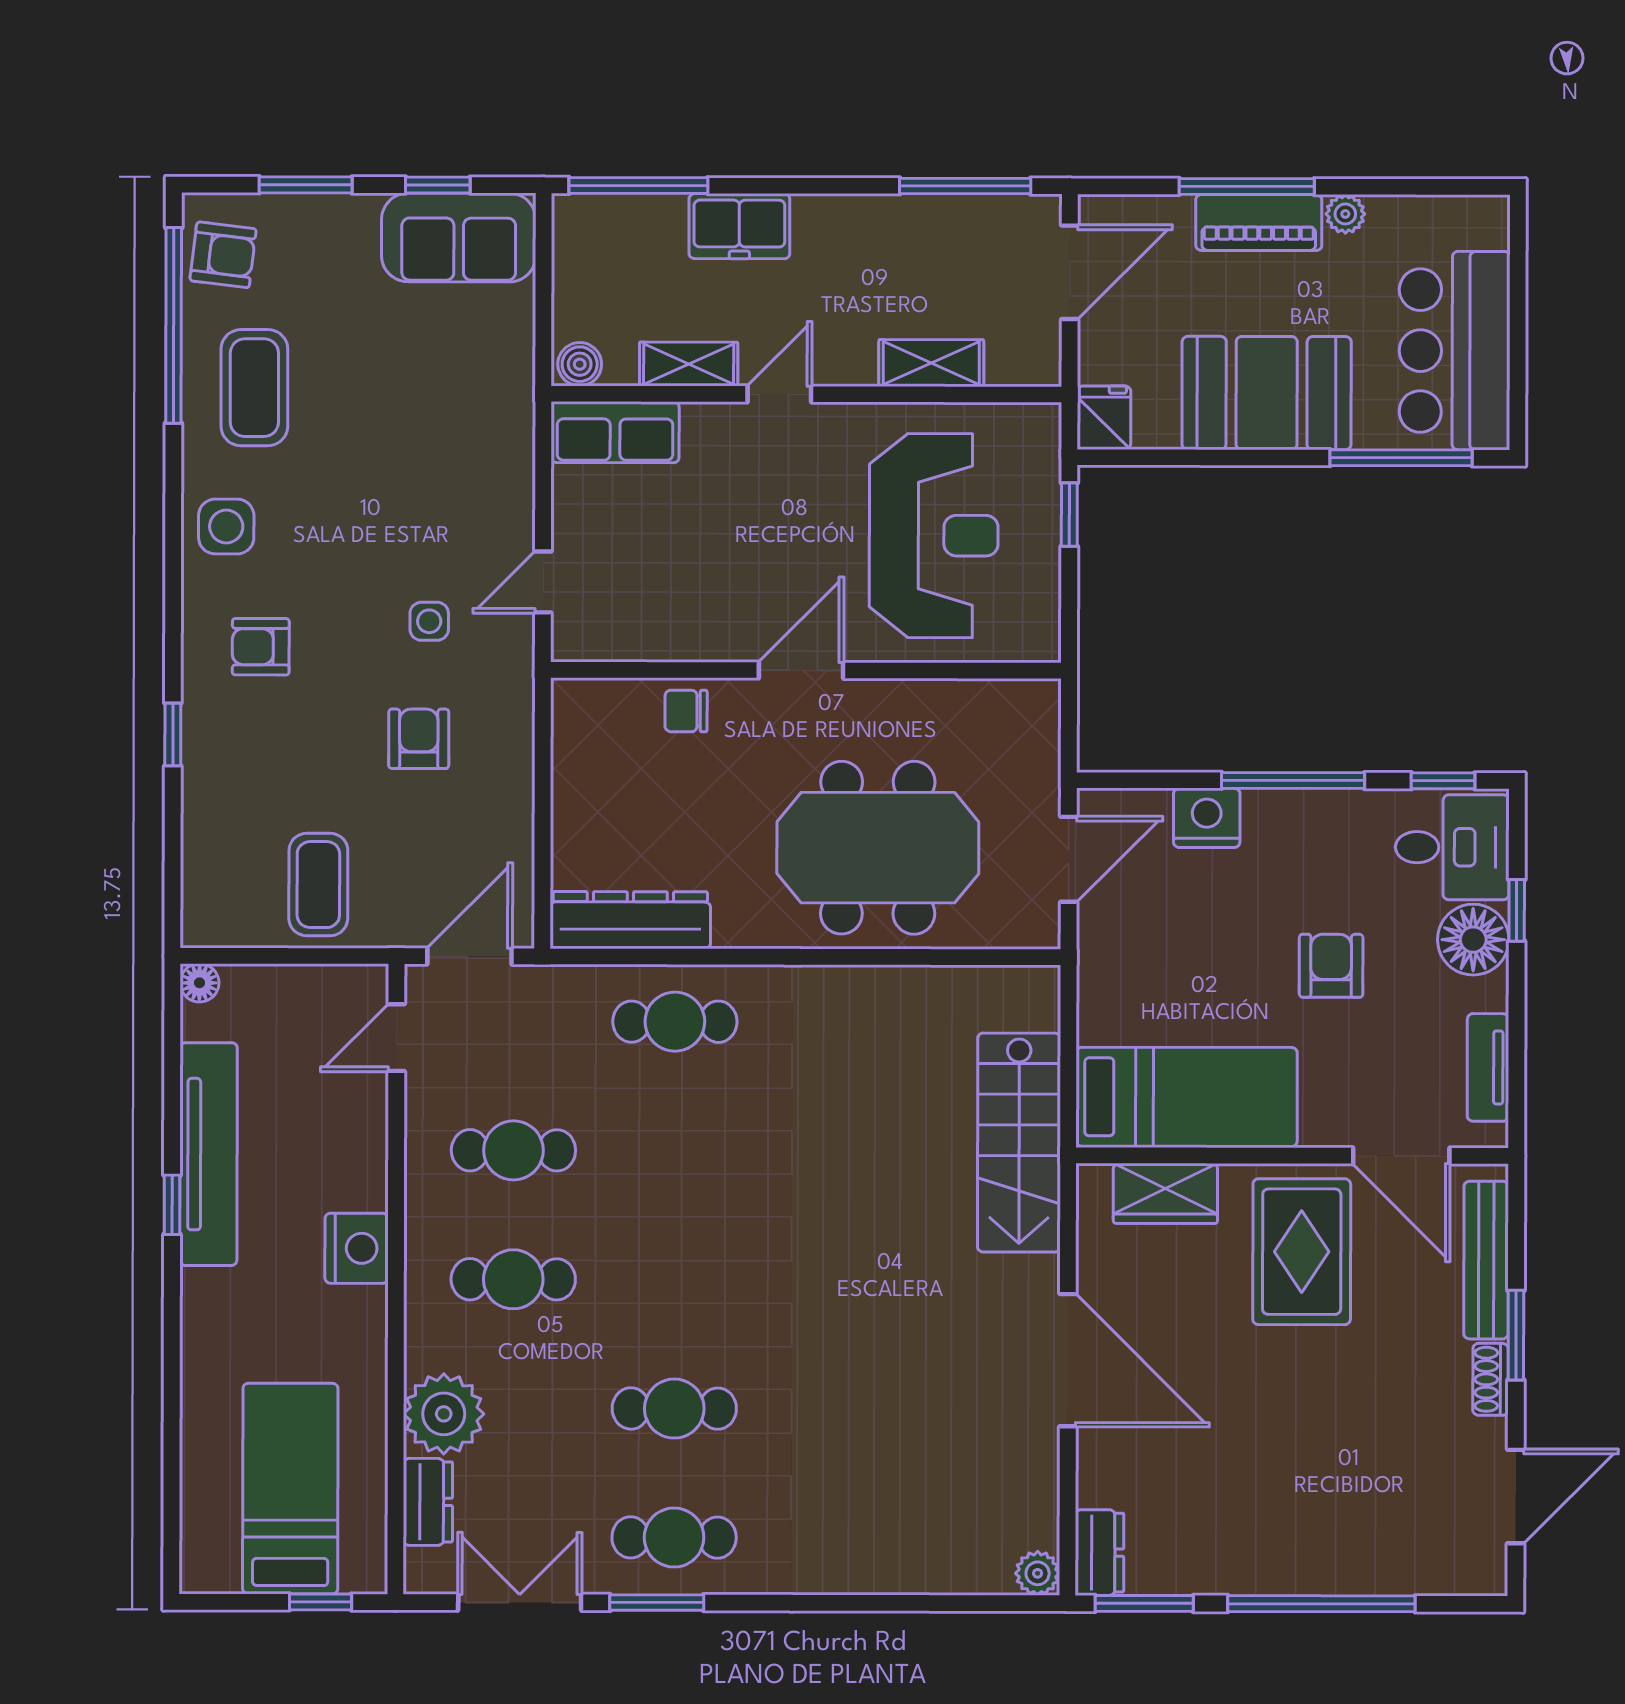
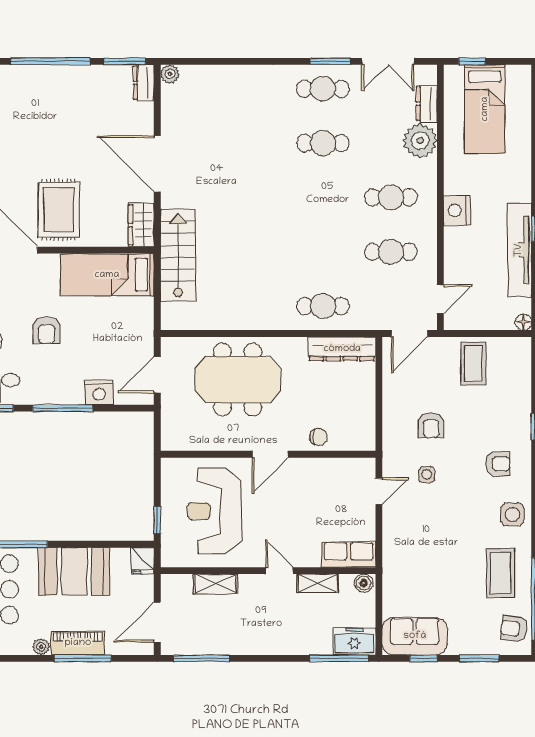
freezer: (739, 226) -> (354, 641), moved
door: (779, 394) -> (279, 571), swing flipped
wardrobe: (1165, 1193) -> (141, 225), moved, turned -90

